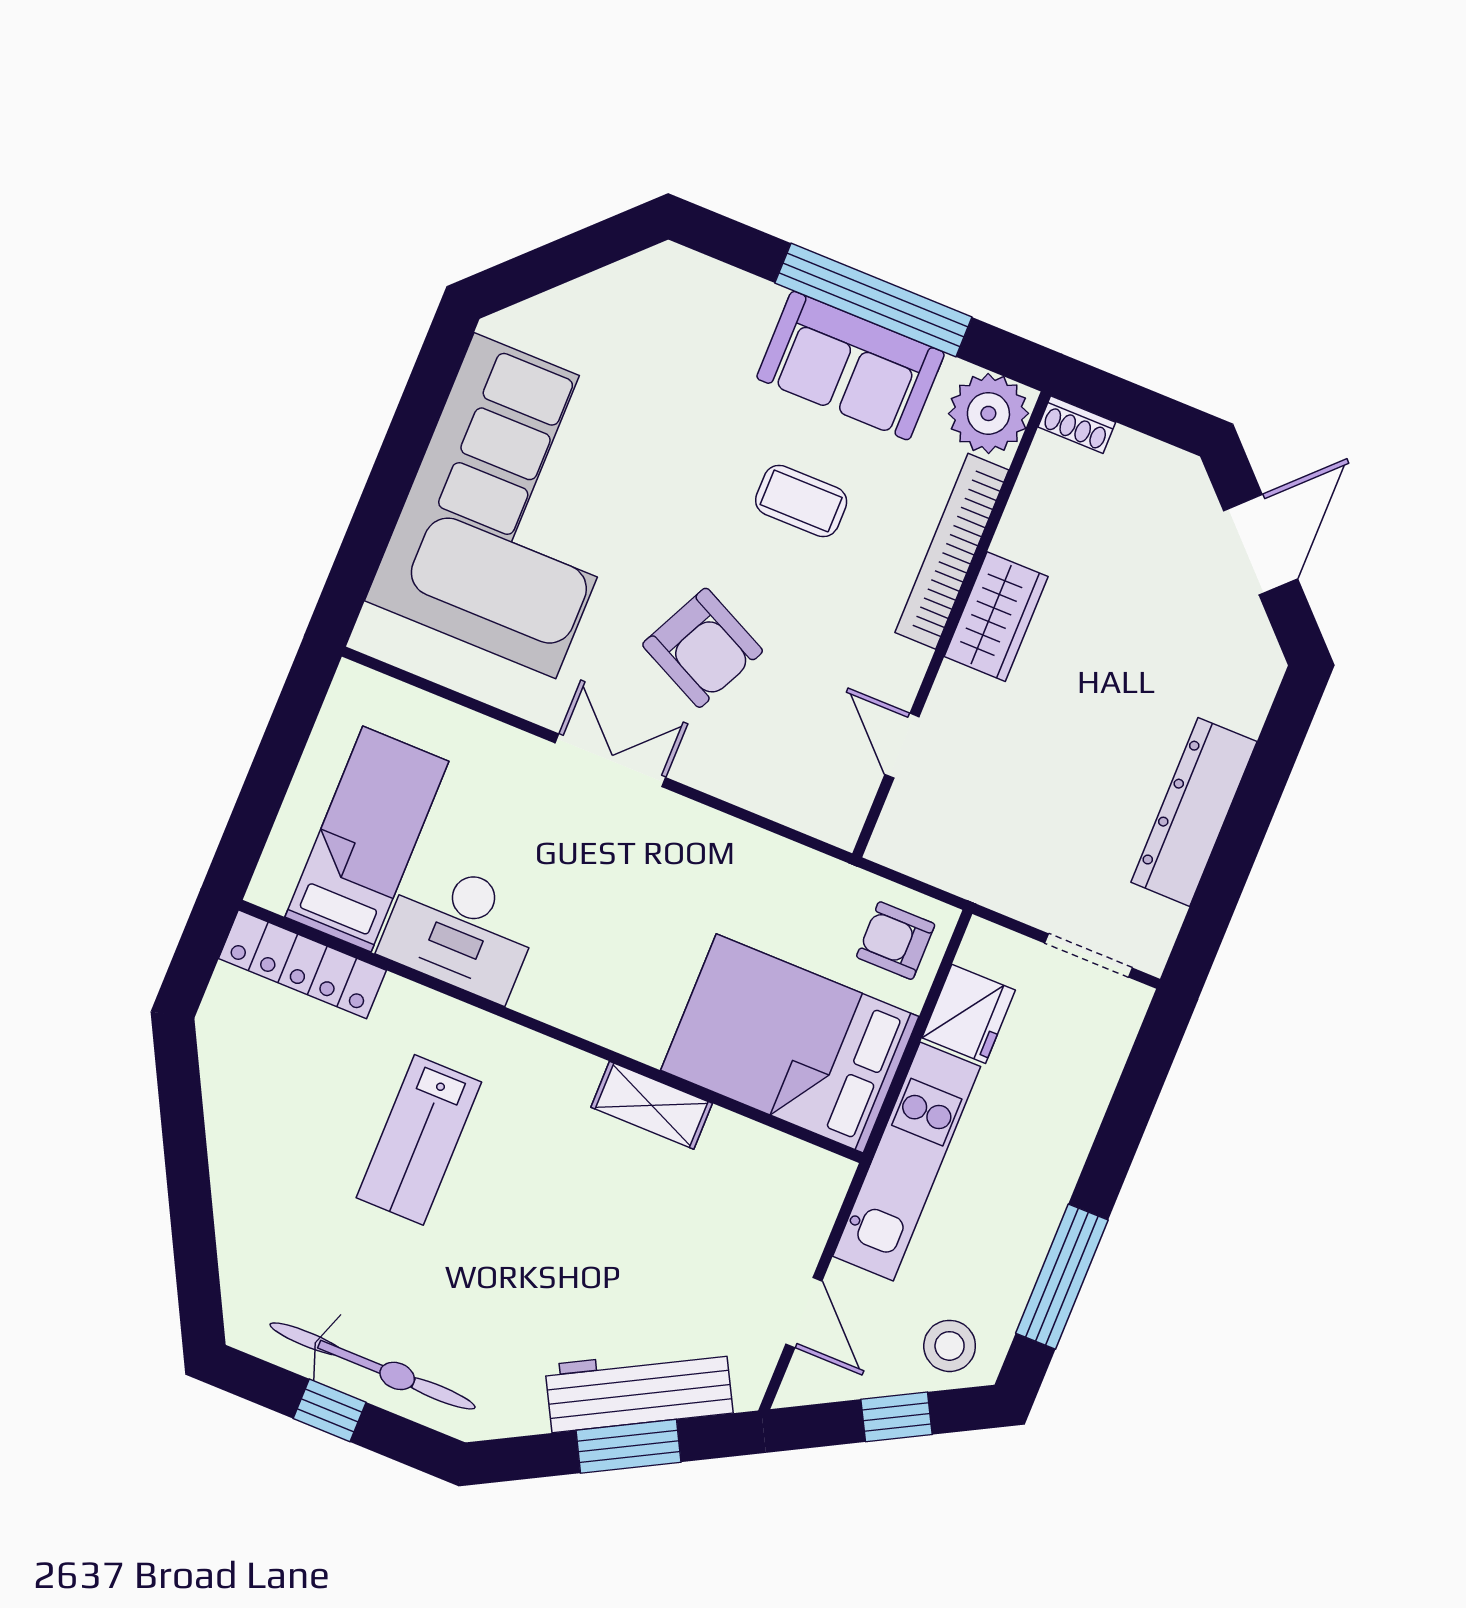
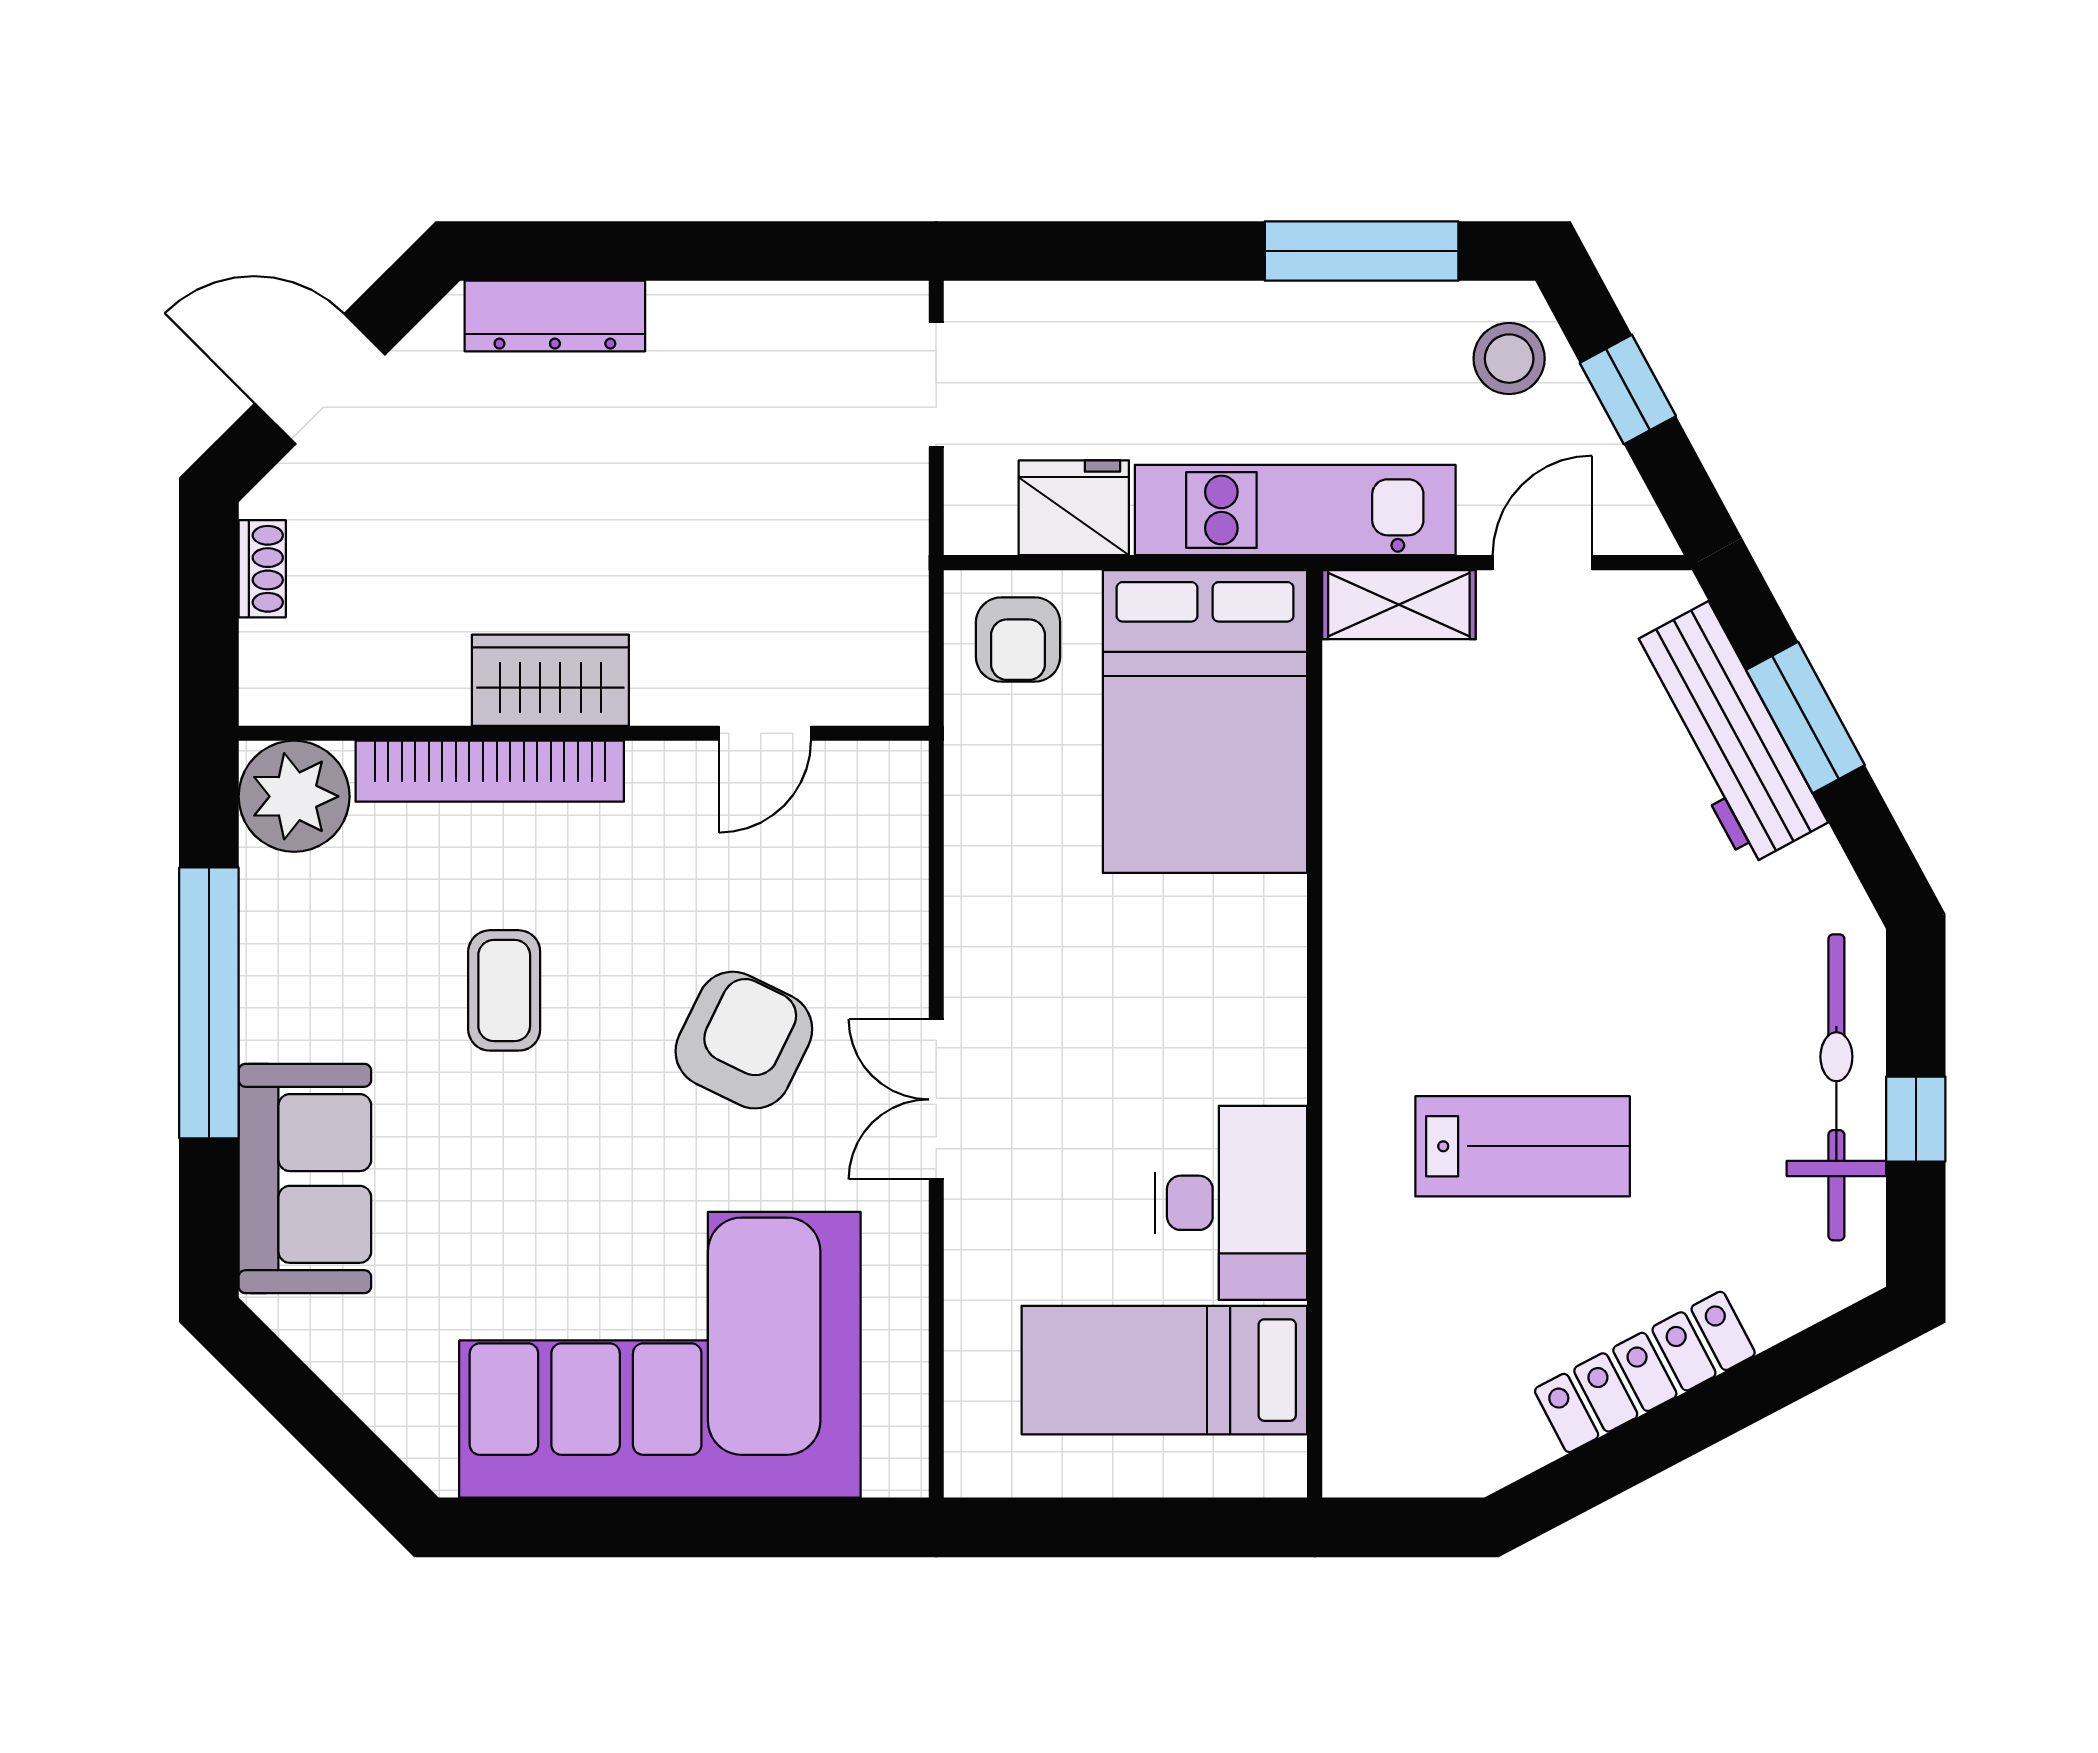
sofa: (850, 366) -> (305, 1178), moved
shoe rack: (1077, 425) -> (262, 569), moved
dresser: (1194, 812) -> (555, 316), moved, width x0.73, depth x0.80
locker: (302, 964) -> (1645, 1372), moved, turned -118
shelving: (652, 1105) -> (1399, 605), moved, turned 90

